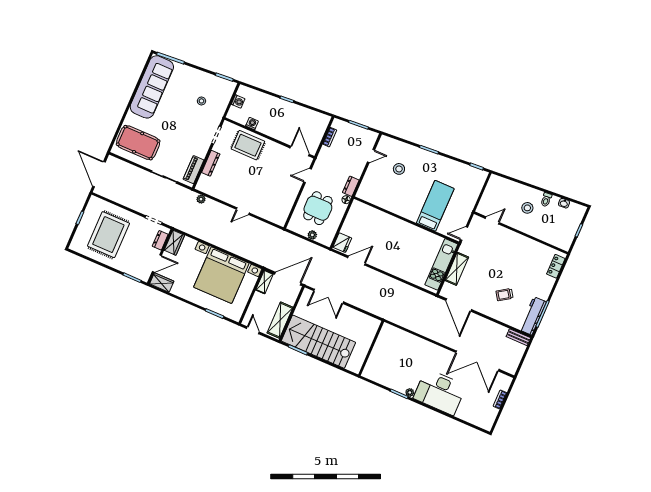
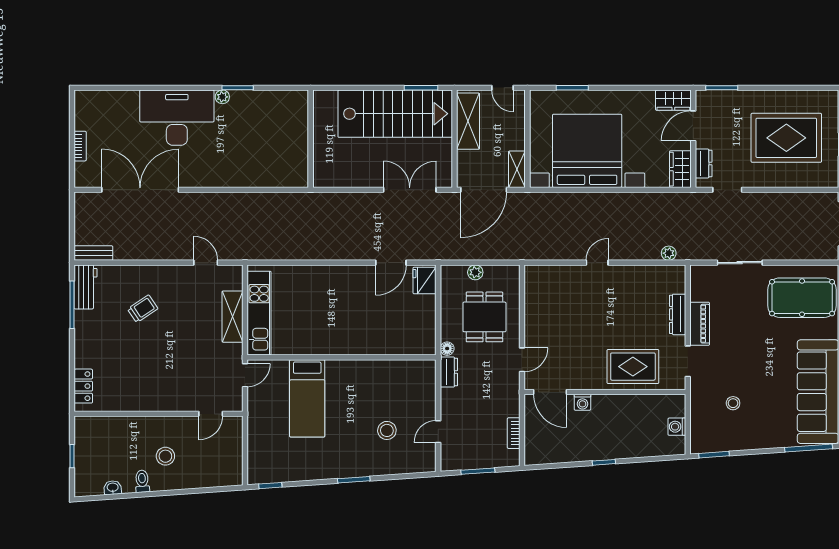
washing machine: (252, 124) -> (582, 402), moved
piano: (194, 170) -> (700, 324), moved
rug: (108, 235) -> (786, 138), turned 90
door: (459, 305) -> (206, 263), width x0.53
workbench: (533, 316) -> (86, 287), width x0.73

